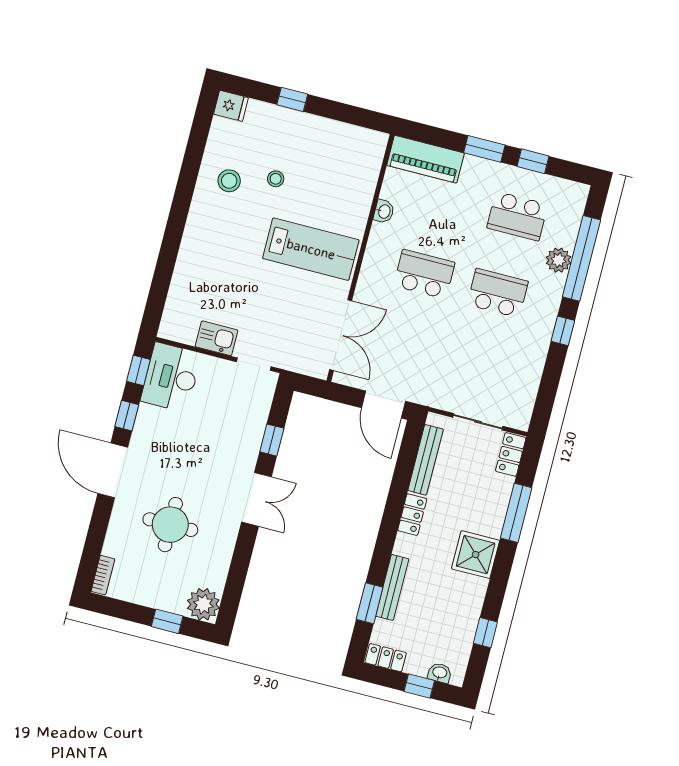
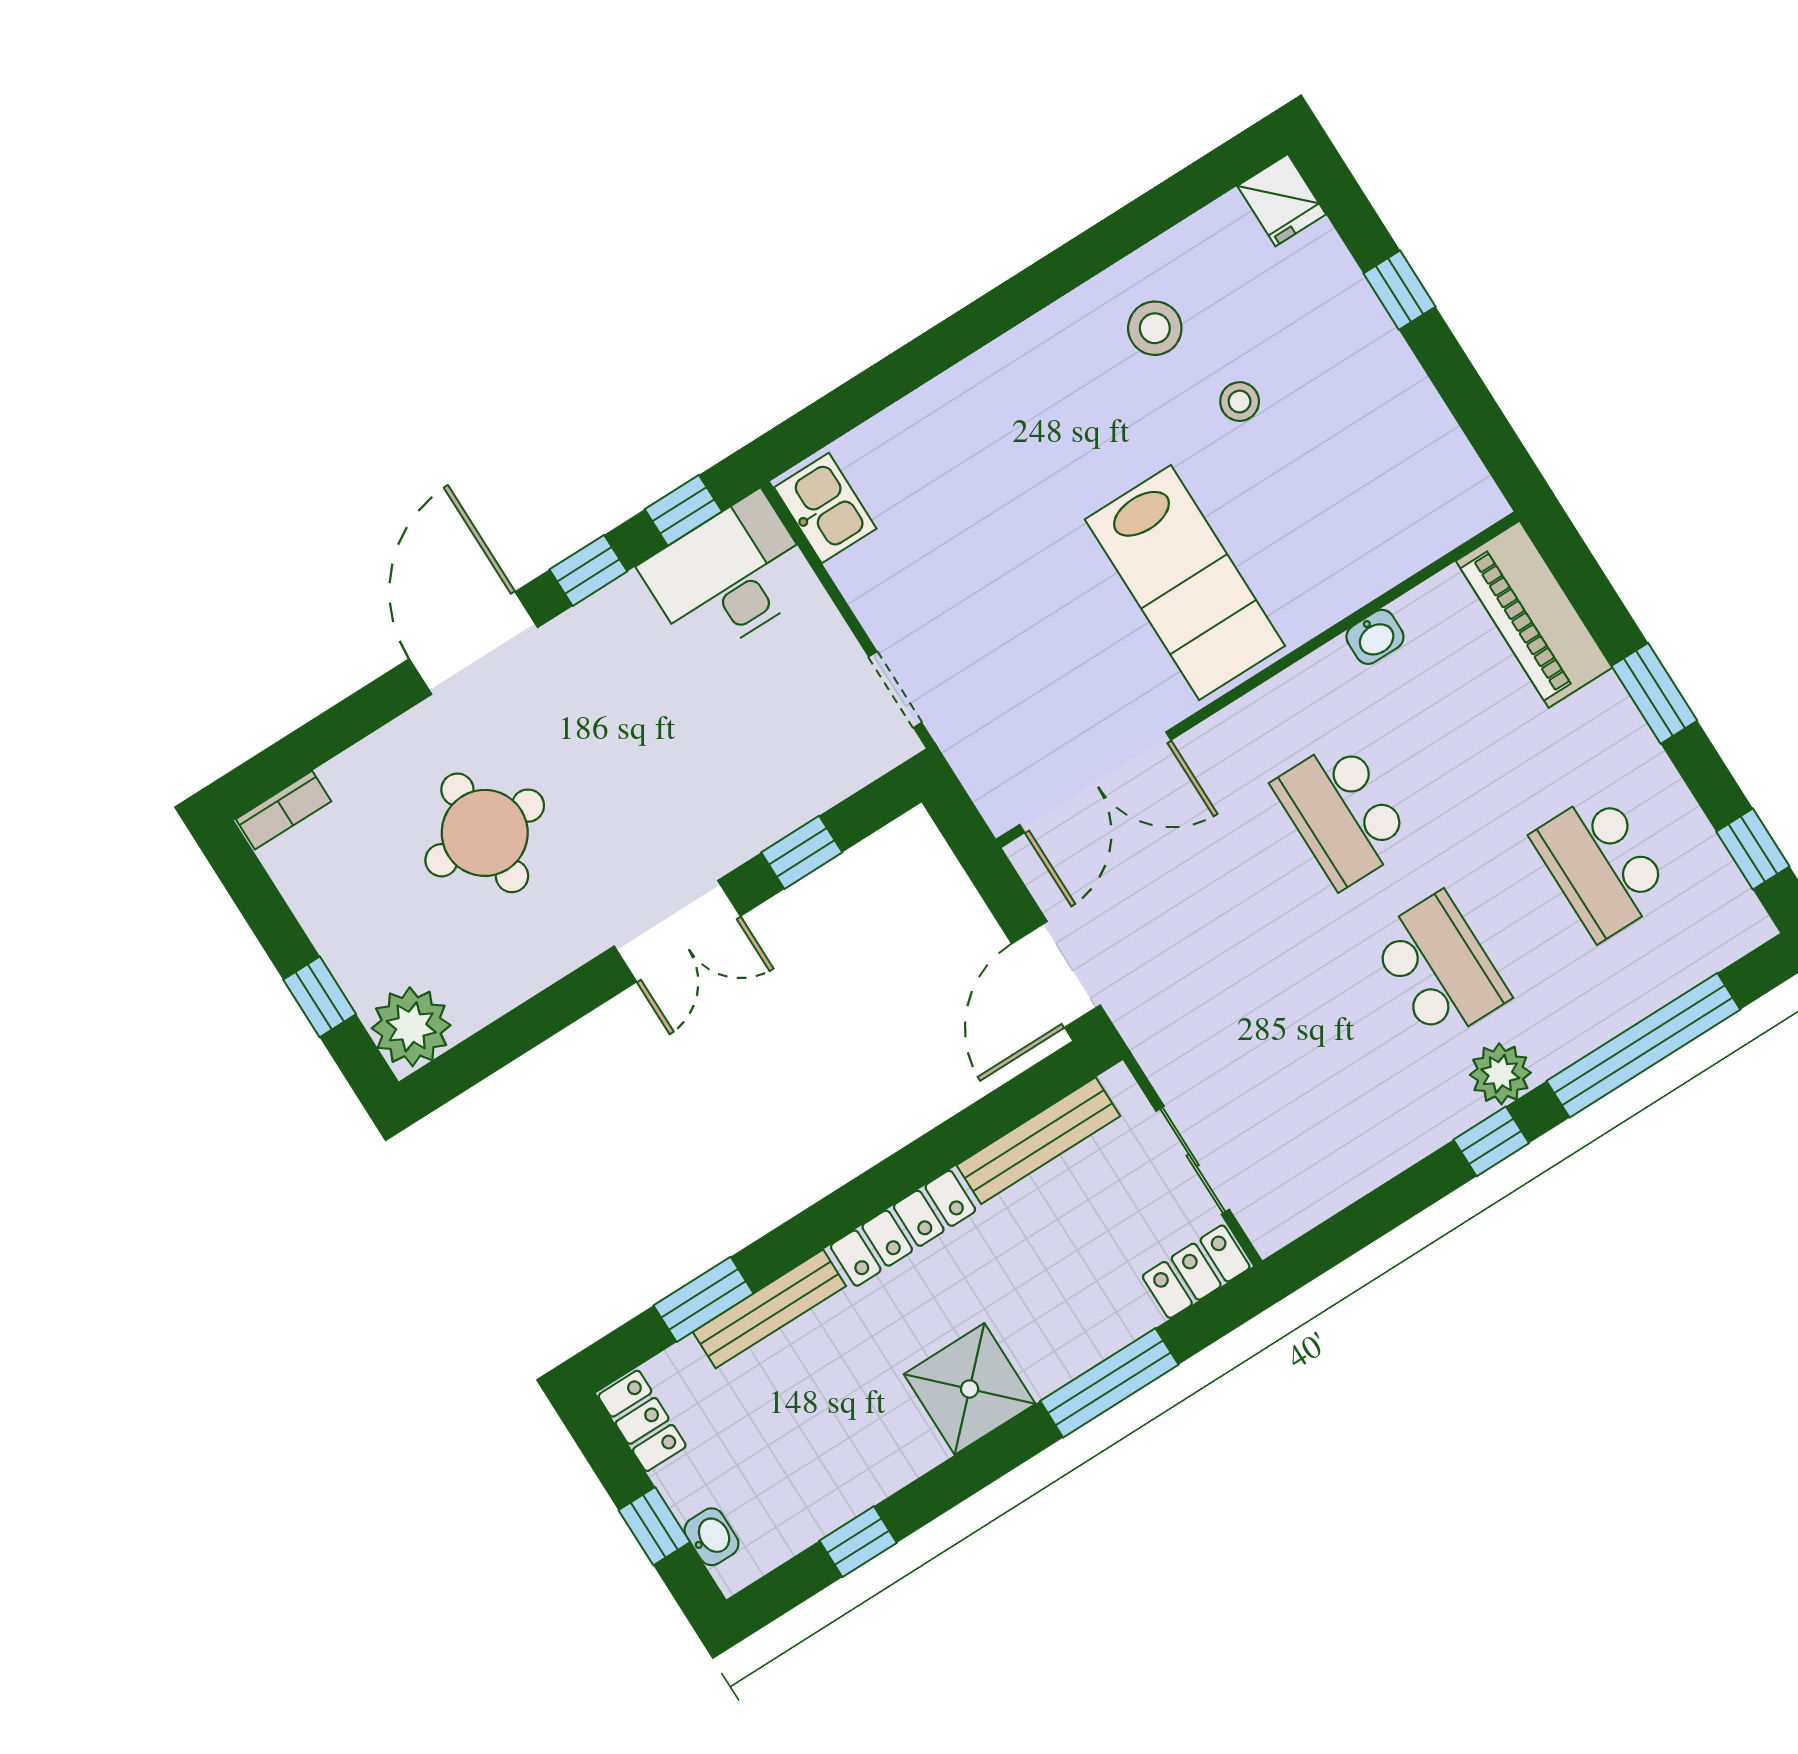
window: (533, 161) -> (1753, 849), moved
plant: (559, 260) -> (1500, 1074), moved
school desk: (424, 274) -> (1342, 813), turned 180
kitchen sink: (216, 338) -> (825, 508), moved
locker: (412, 515) -> (903, 1228), width x1.53

